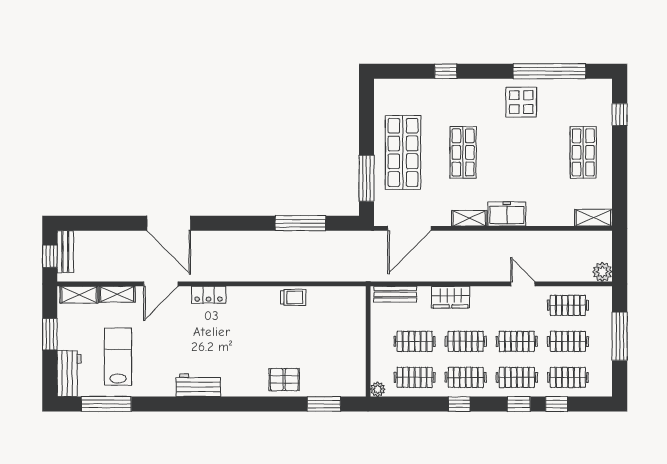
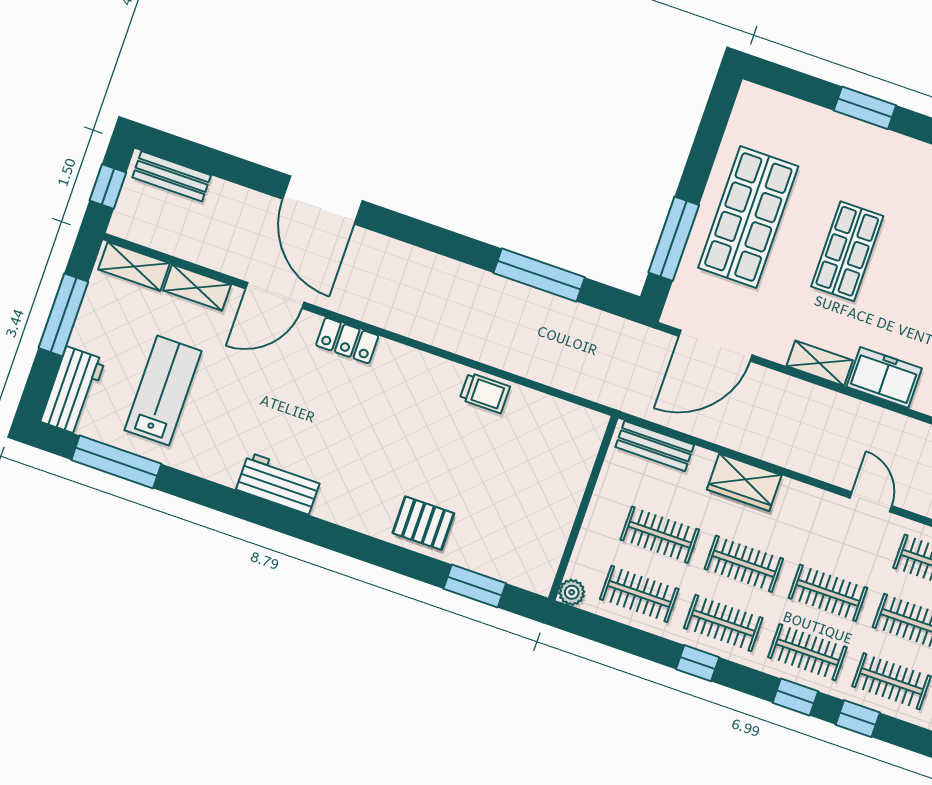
window: (446, 71) -> (865, 108), width x1.50
bench: (65, 252) -> (172, 176), moved, turned 90
window: (50, 334) -> (63, 315), width x1.44

